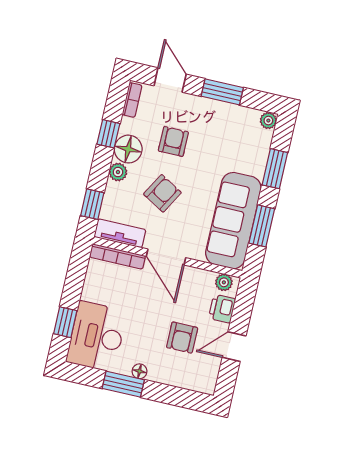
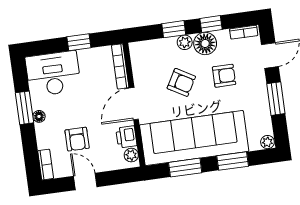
window: (92, 204) -> (174, 29), moved
sofa: (233, 221) -> (194, 138), width x1.36, depth x1.27
tv unit: (120, 233) -> (138, 62), removed
printer: (222, 309) -> (126, 137), moved, turned -90
window: (65, 322) -> (79, 42), moved
armchair: (182, 338) -> (77, 139), turned -90
bookcase: (198, 385) -> (46, 165), added

